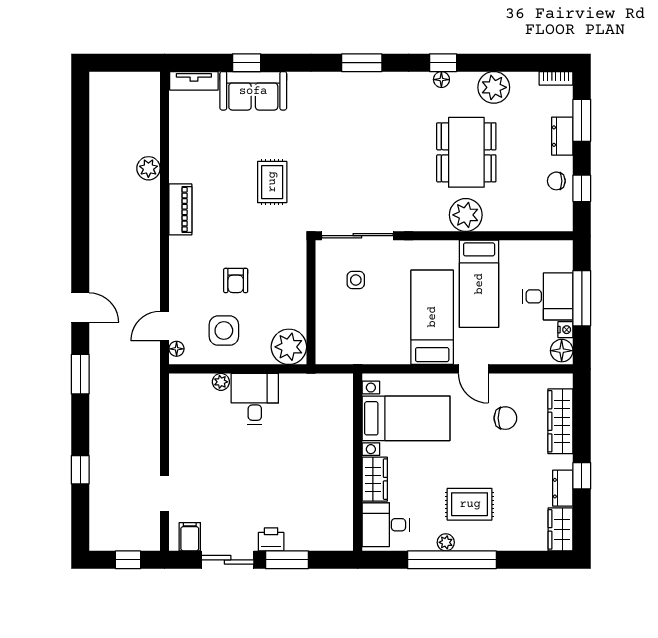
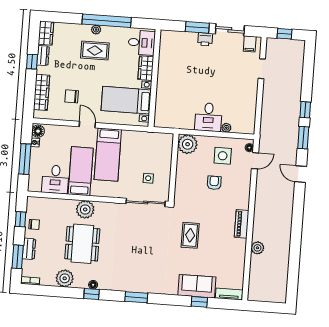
desk: (548, 296) -> (55, 179), moved, turned -90
window: (80, 470) -> (305, 110), moved
plant: (446, 542) -> (96, 30), moved

